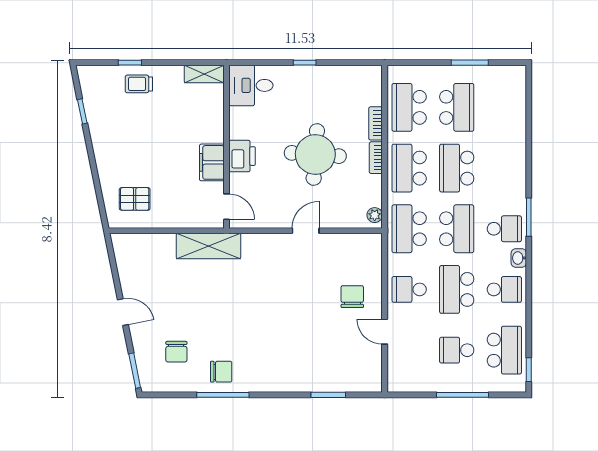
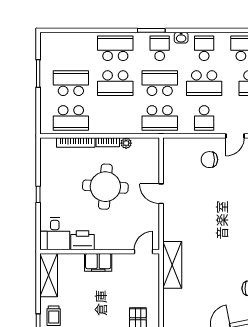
shelving: (204, 74) -> (49, 275), width x1.50, depth x1.33
bookcase: (376, 123) -> (76, 142), width x1.56
printer: (242, 156) -> (83, 240), moved
filing cabinet: (212, 162) -> (98, 262), moved
school desk: (409, 168) -> (115, 48), moved, turned 180
plant: (375, 215) -> (126, 143), moved

